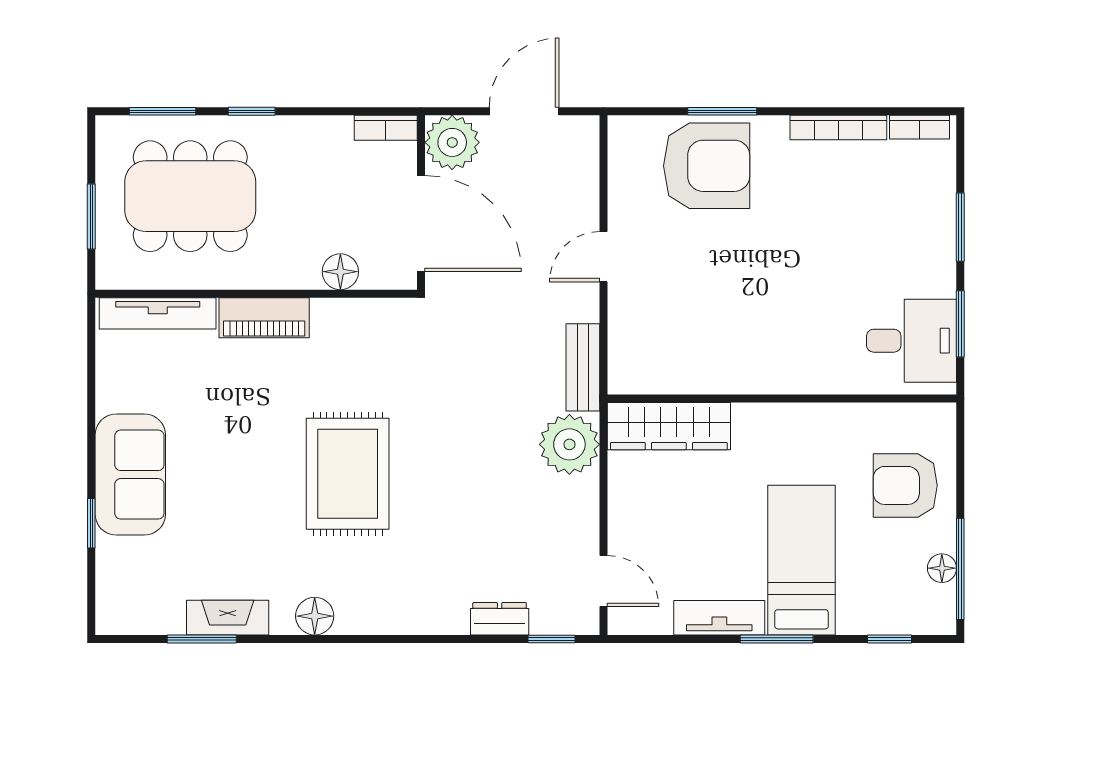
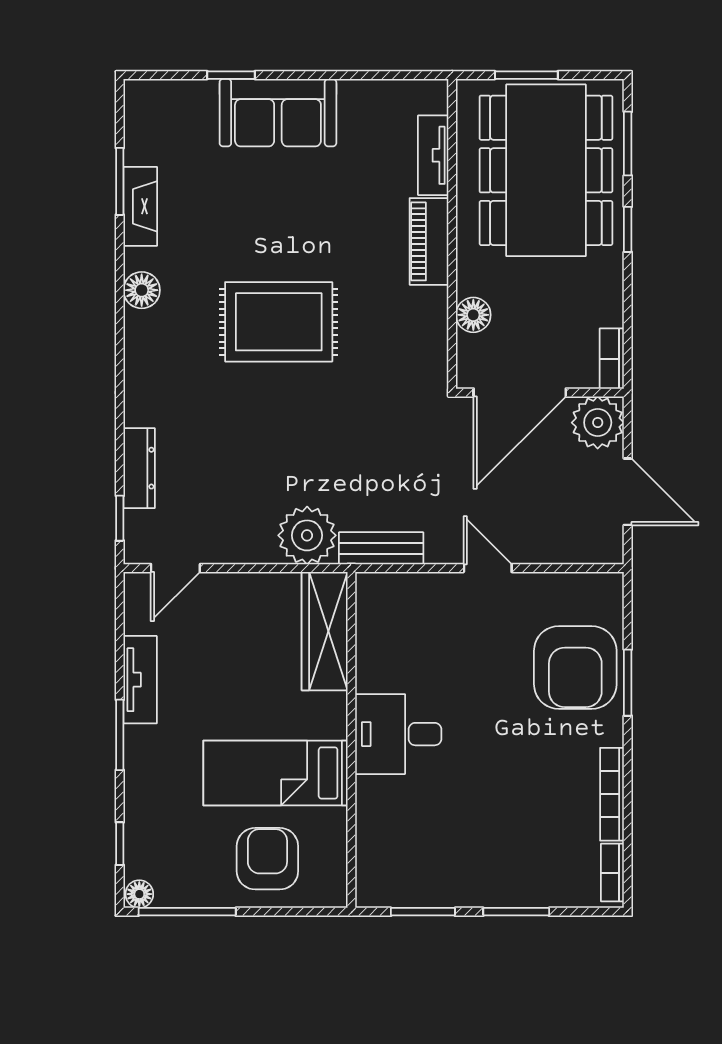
dining table: (190, 196) -> (546, 170), width x1.36, depth x1.24
tv unit: (158, 313) -> (433, 155), width x0.71
desk: (912, 341) -> (398, 734), moved, turned 90
bed: (802, 560) -> (275, 773), moved, turned 180
floor lamp: (942, 568) -> (139, 894), moved
dresser: (500, 619) -> (139, 468), width x1.44

